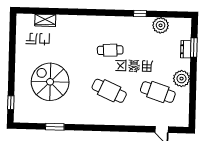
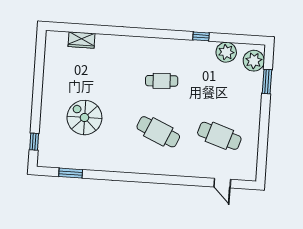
dresser: (186, 49) -> (257, 84), removed
plant: (182, 79) -> (254, 61), moved
spiral stairs: (50, 82) -> (84, 118), width x0.73, depth x0.73
window: (55, 127) -> (71, 173), moved

